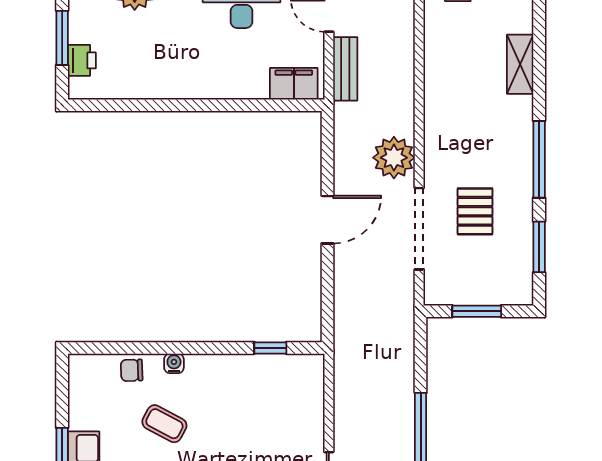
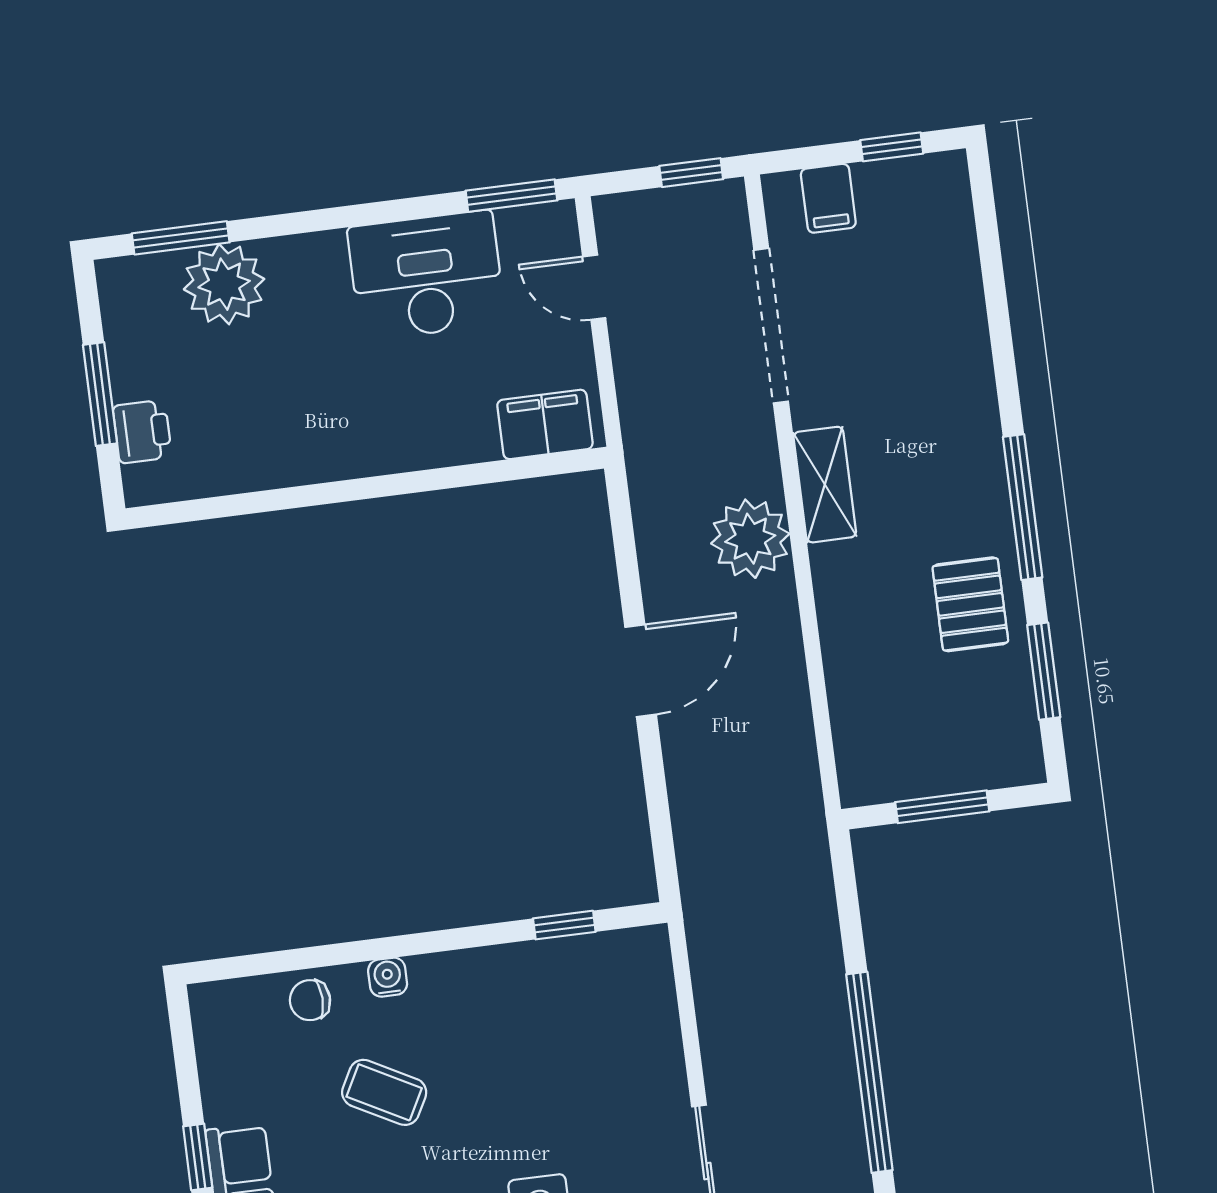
shelving: (520, 64) -> (825, 485), moved
bench: (345, 69) -> (638, 384), removed
pallet: (475, 211) -> (970, 604), moved
doorway: (419, 229) -> (771, 326), moved

